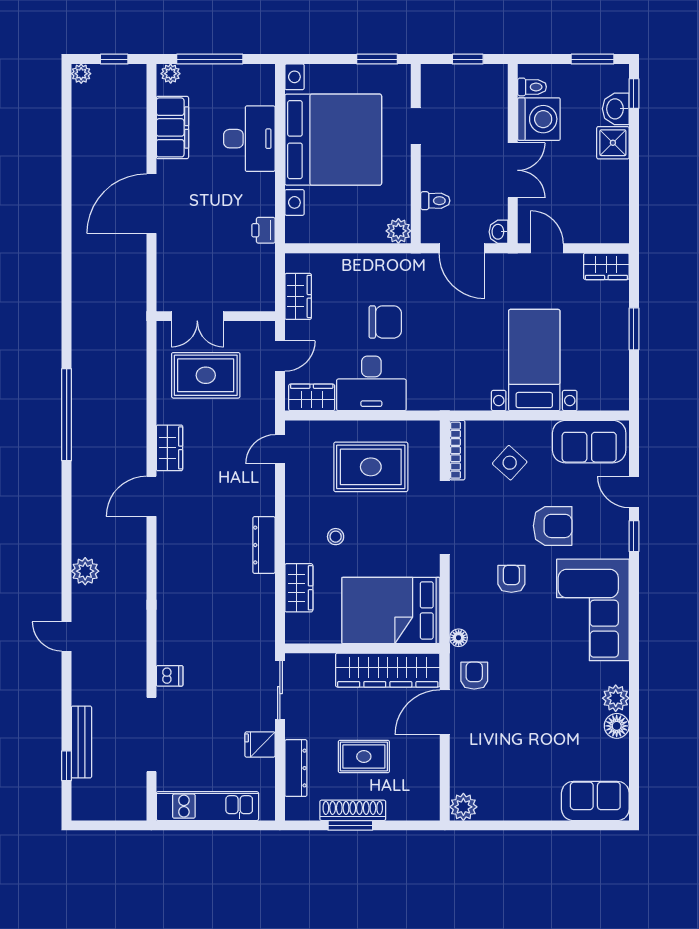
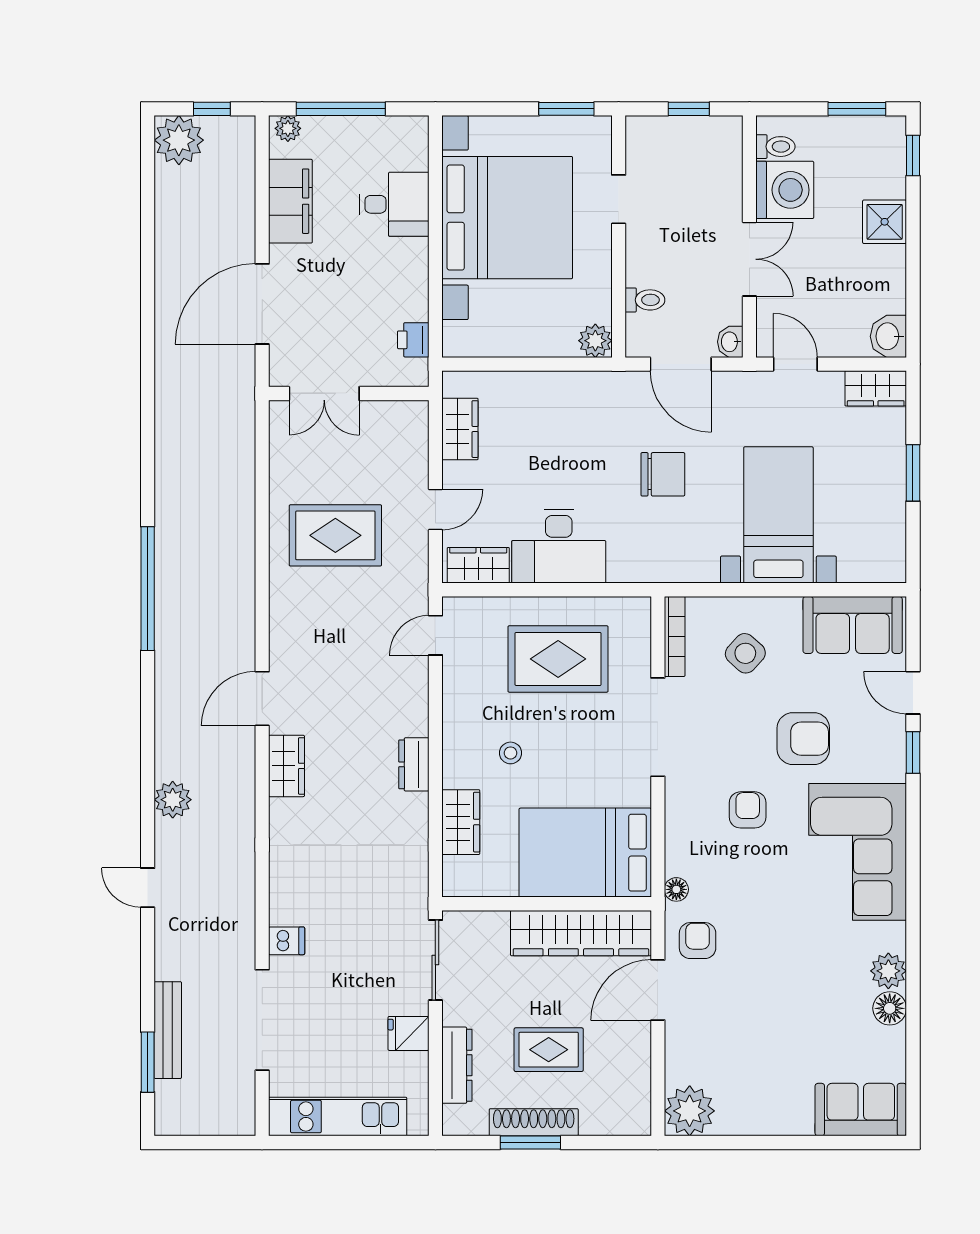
plant: (81, 74) -> (179, 140), width x1.87, depth x1.87
washbasin: (616, 109) -> (888, 336), moved
desk: (249, 139) -> (394, 204), width x0.73
double door: (197, 316) -> (324, 393), moved
wall: (216, 316) -> (349, 393), moved
chair: (385, 322) -> (663, 474), moved
wardrobe: (169, 448) -> (286, 766), moved
dresser: (264, 545) -> (414, 764), width x0.70
window: (67, 766) -> (148, 1062), width x1.50
plant: (463, 807) -> (690, 1111), width x1.36, depth x1.36

